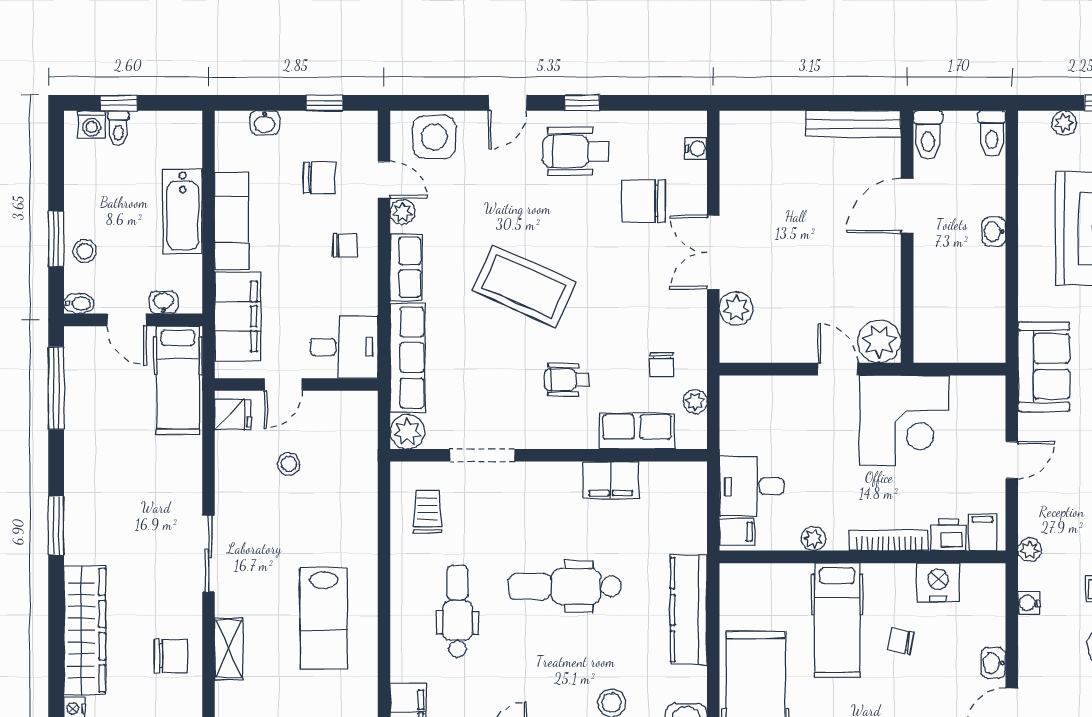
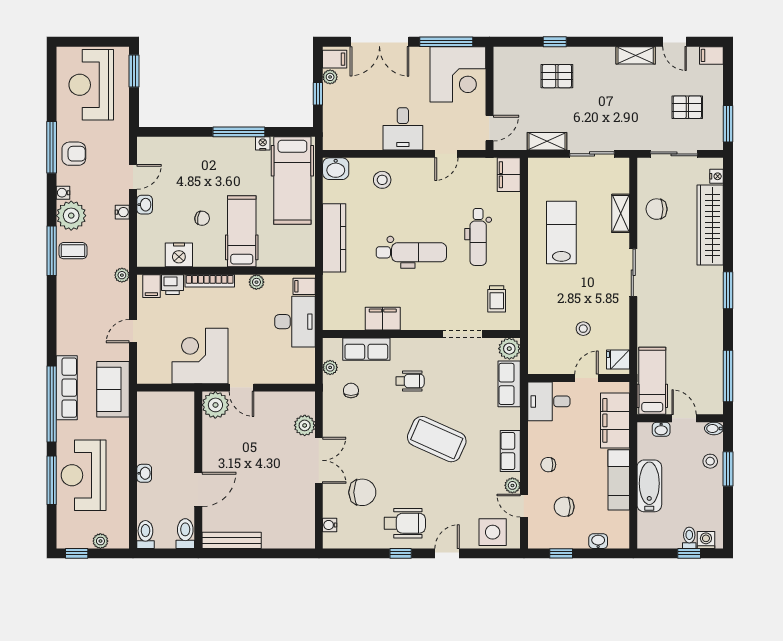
row of seats: (408, 358) -> (509, 384), width x0.68
desk: (752, 486) -> (295, 322), width x1.37
water cooler: (1029, 603) -> (122, 212), moved

